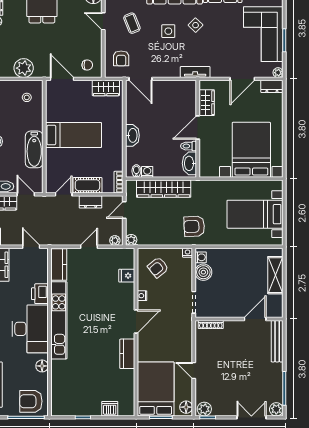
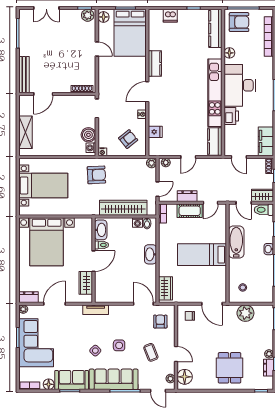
wardrobe: (106, 88) -> (166, 288), moved, turned 90
kitchen counter: (58, 394) -> (215, 29), added
plant: (276, 409) -> (25, 15), removed

